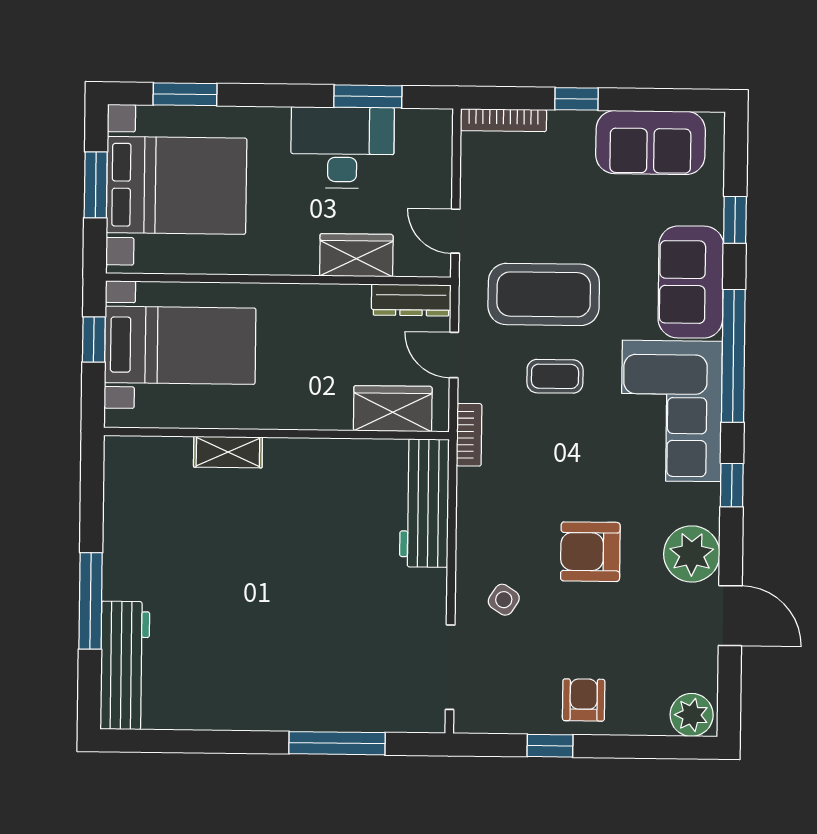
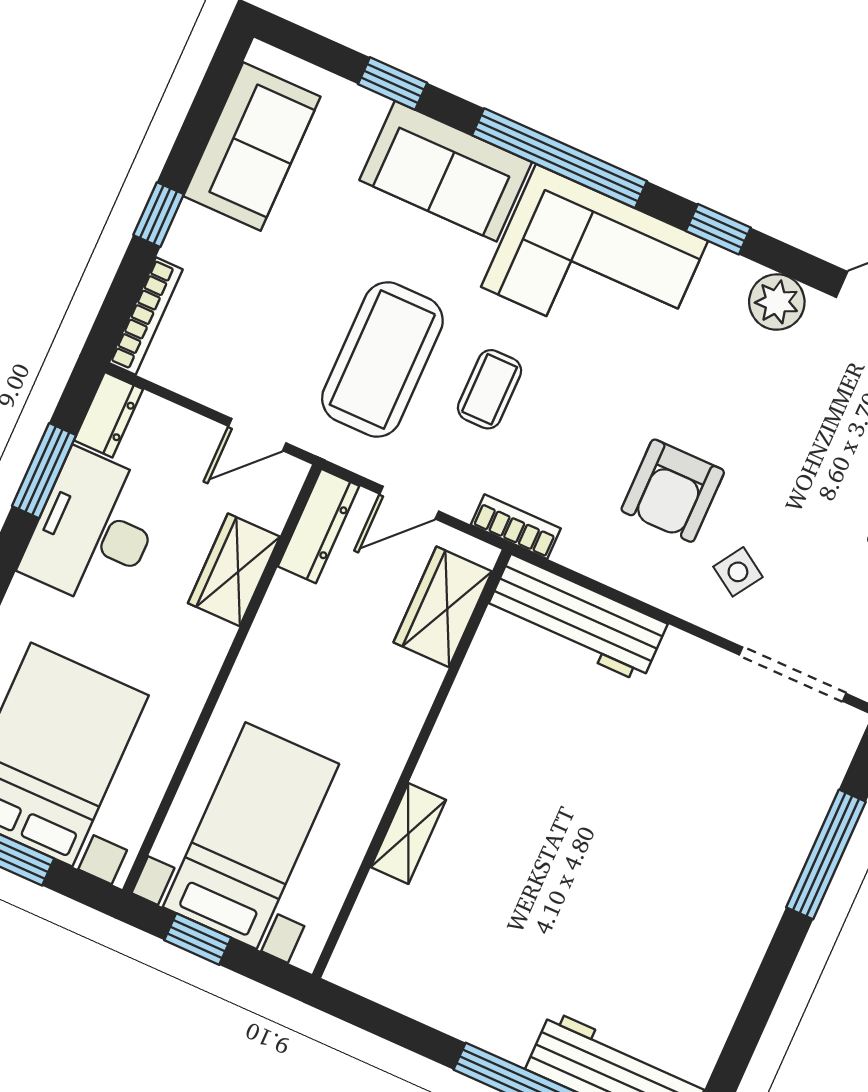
dresser: (425, 124) -> (108, 415), added
armchair: (590, 552) -> (673, 491), moved
plant: (692, 554) -> (777, 302), width x0.73, depth x0.73

